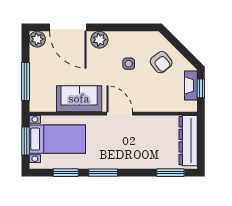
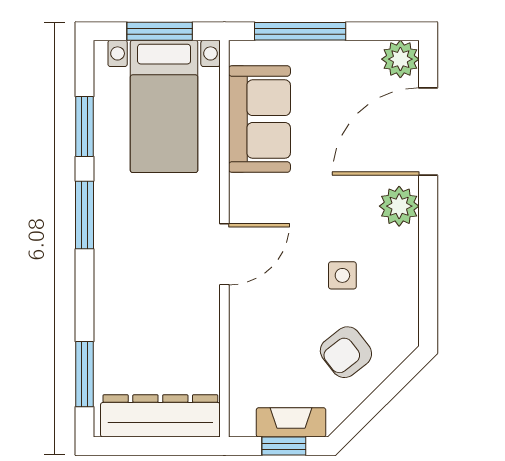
sofa: (79, 99) -> (259, 119), moved

